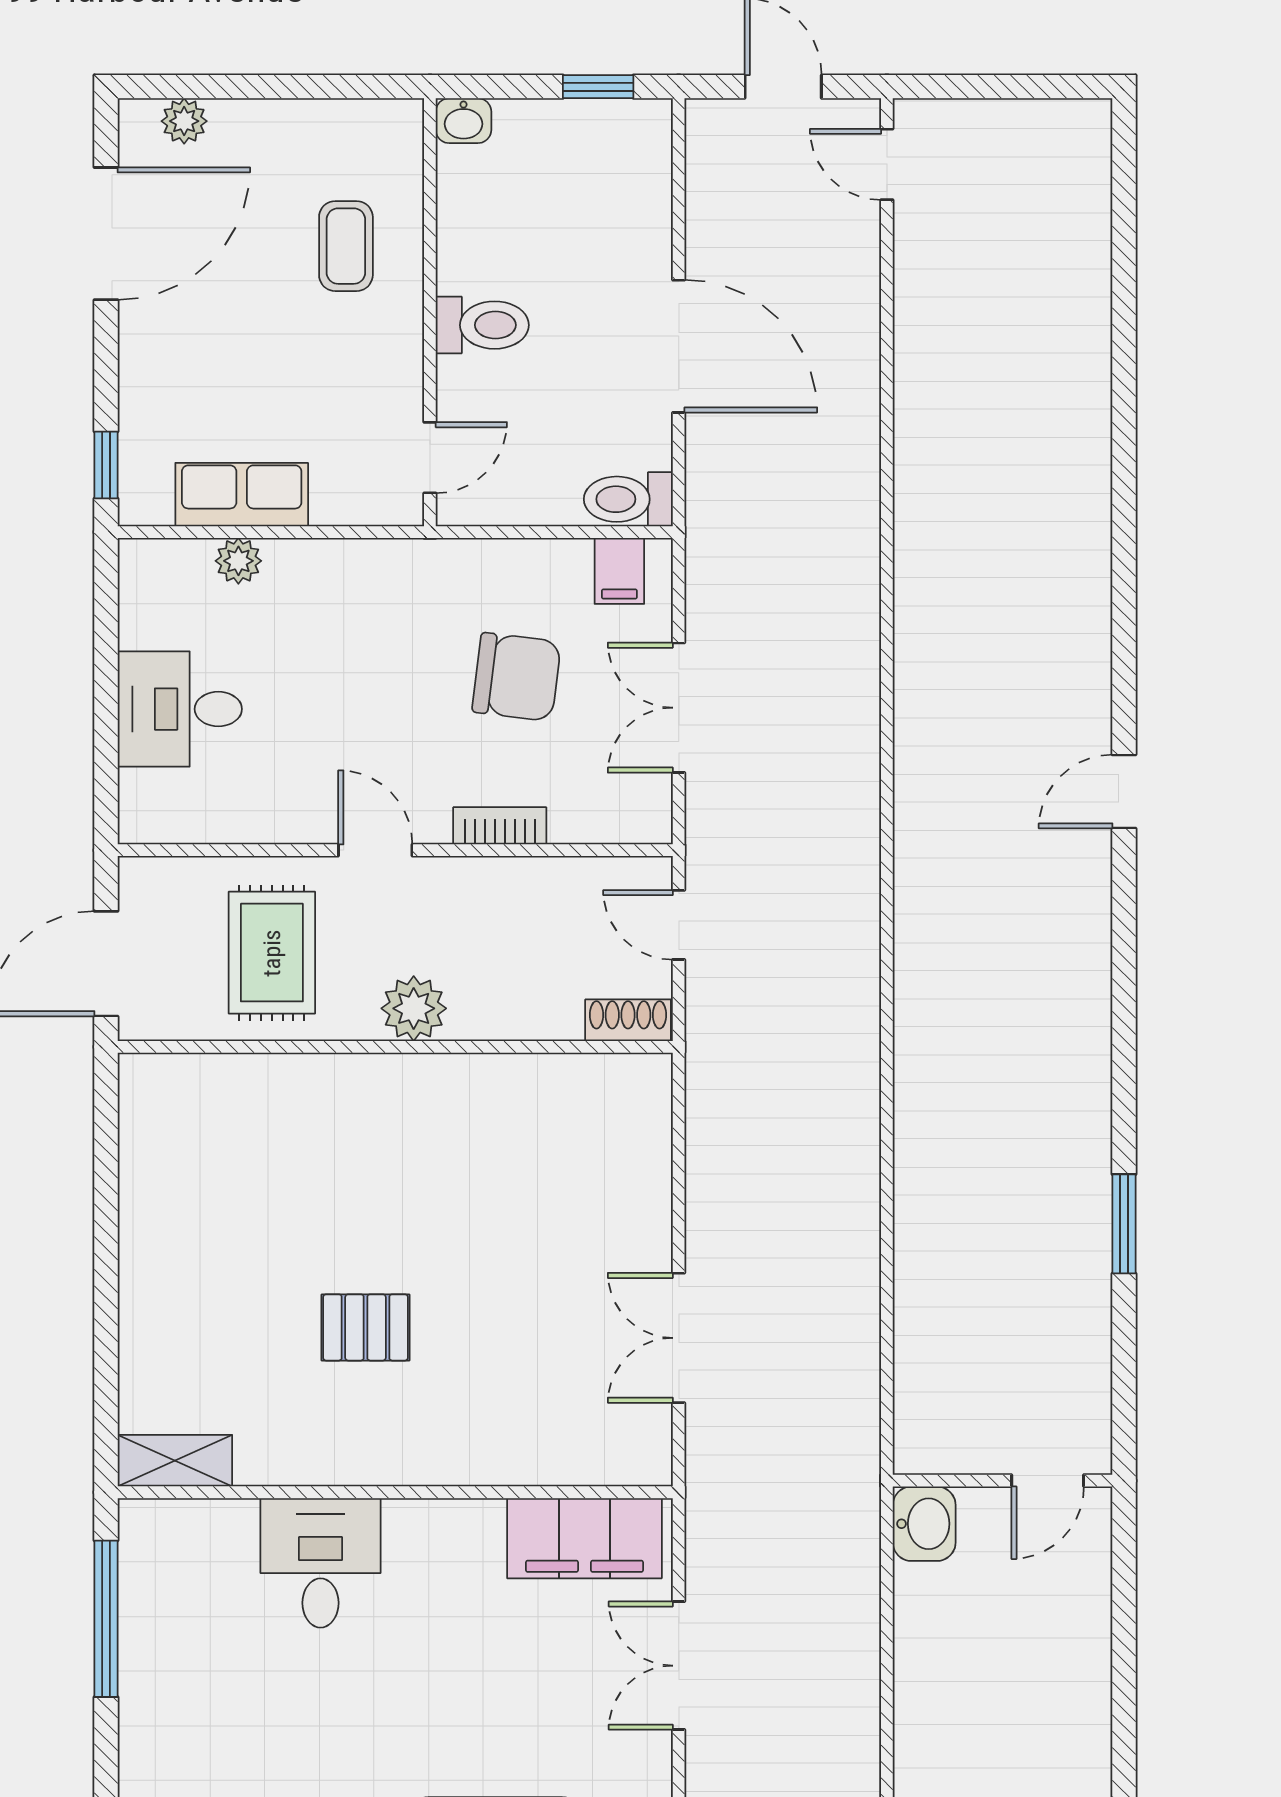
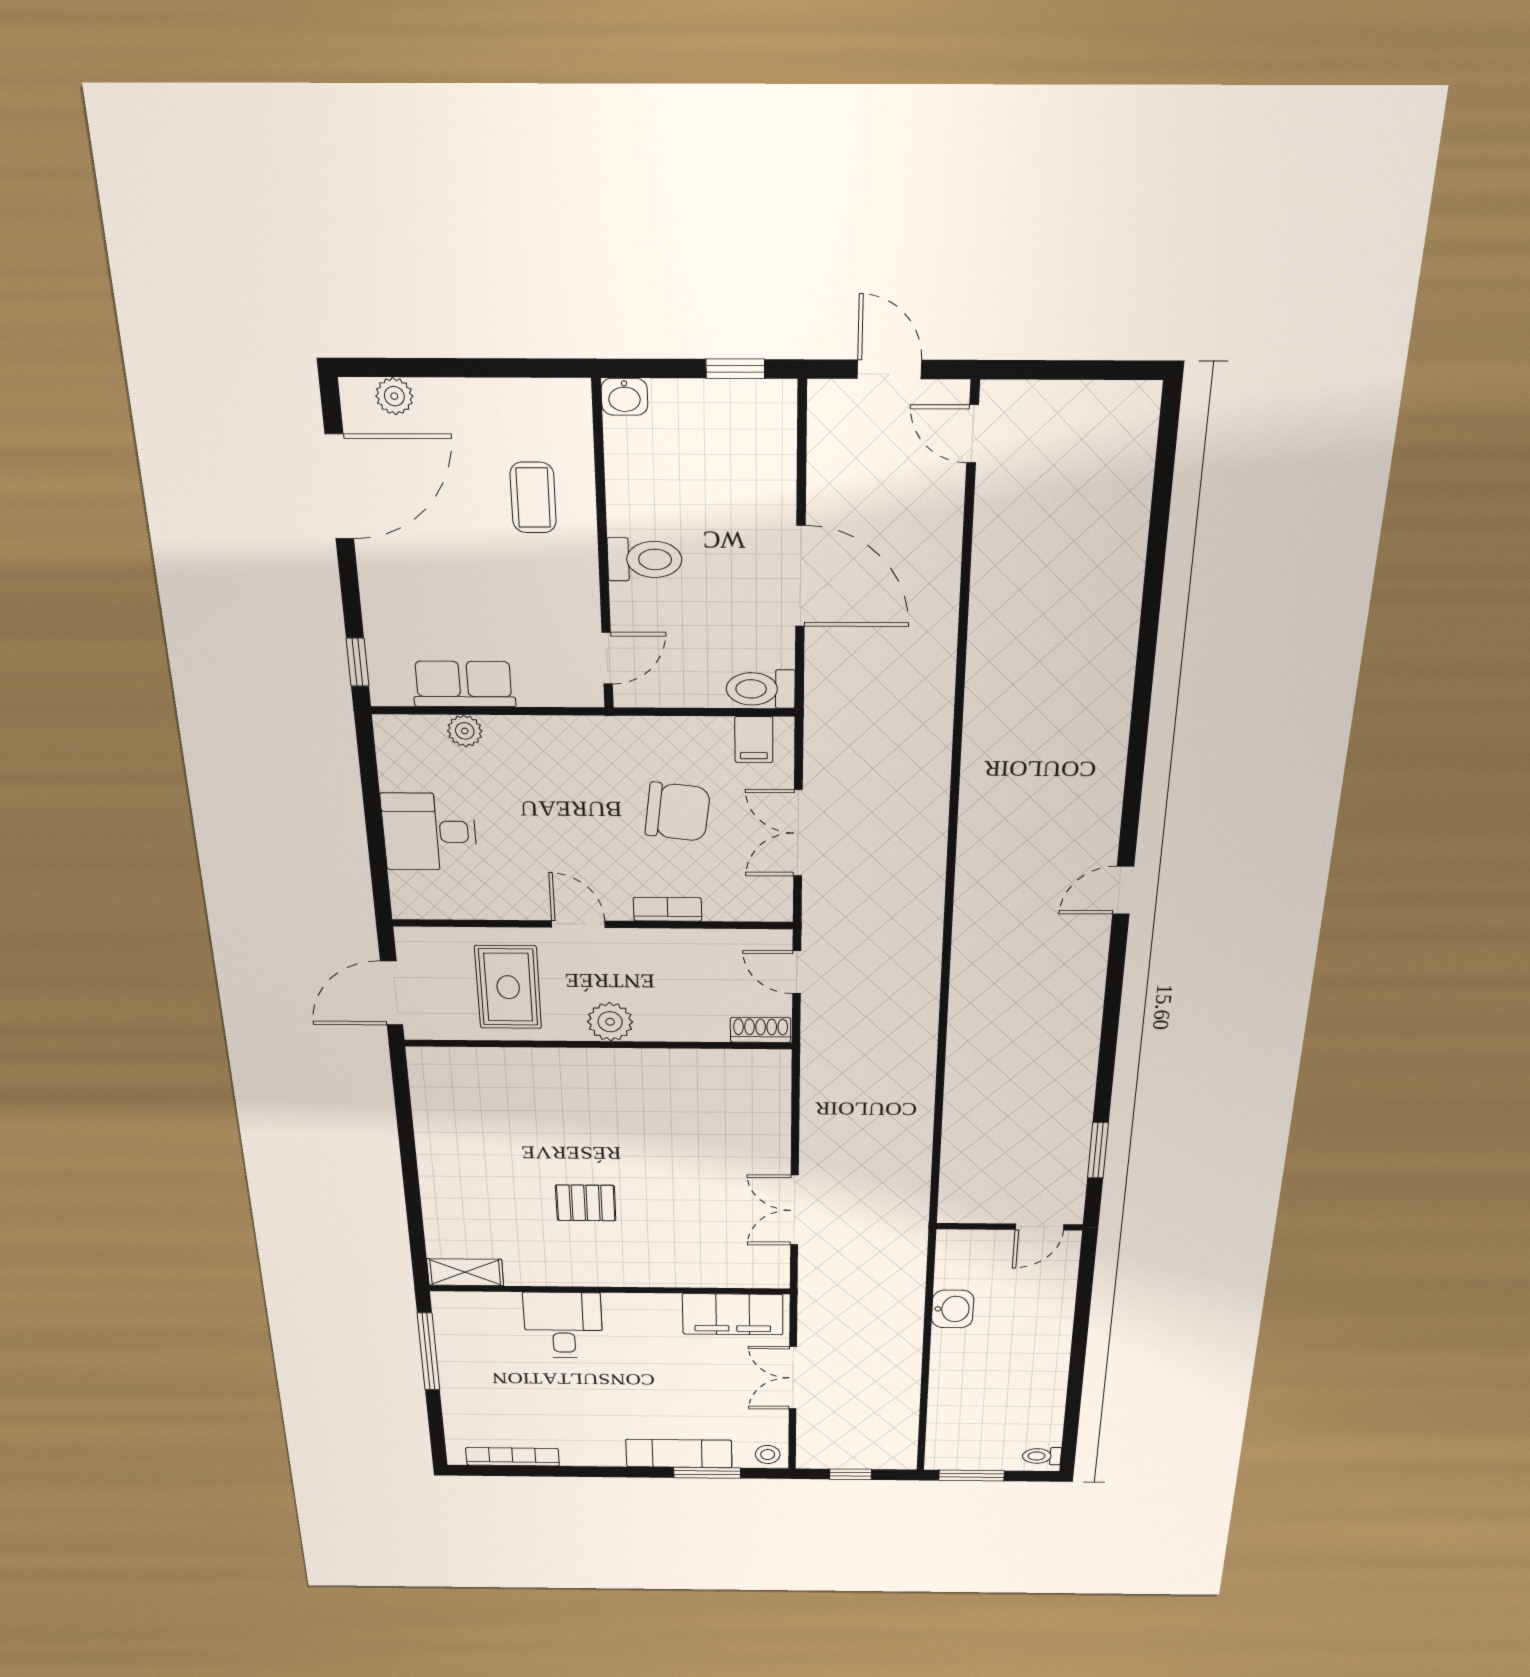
wall: (1003, 1481) -> (1010, 1227), moved
door: (1048, 1481) -> (1040, 1227), moved

